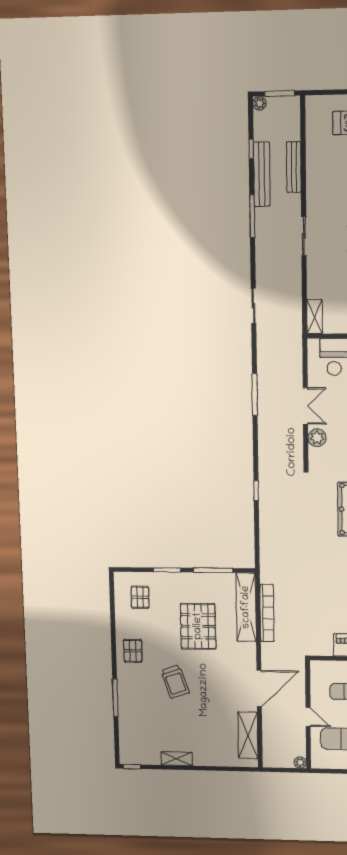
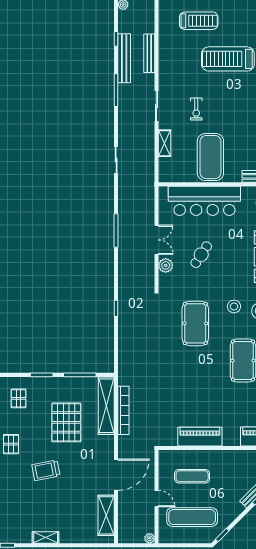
shelving: (315, 317) -> (164, 143), moved
trolley: (175, 682) -> (46, 470), turned 98

